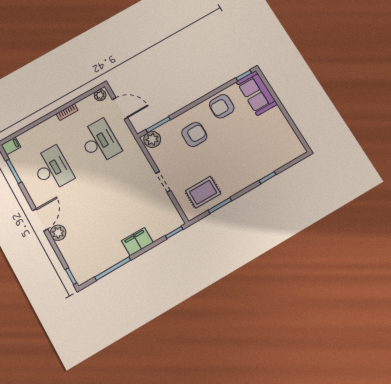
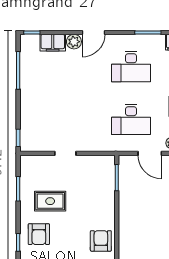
door: (120, 109) -> (150, 153), hinge flipped
armchair: (194, 134) -> (39, 234), moved
plant: (152, 139) -> (107, 165), removed
rug: (203, 192) -> (50, 201), moved, turned 90
door: (40, 220) -> (93, 33), hinge flipped
filing cabinet: (137, 242) -> (53, 43), moved, turned 90

